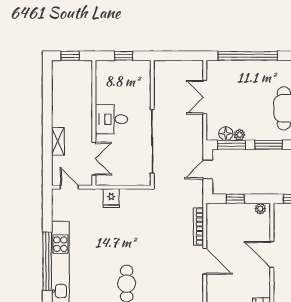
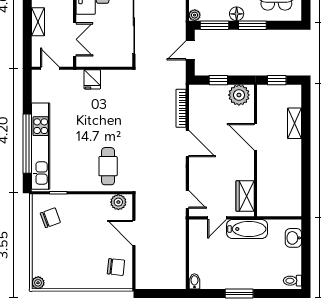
floor lamp: (226, 134) -> (237, 14), moved
plant: (240, 135) -> (195, 15), moved
plant: (260, 209) -> (239, 95), width x1.88, depth x1.88

